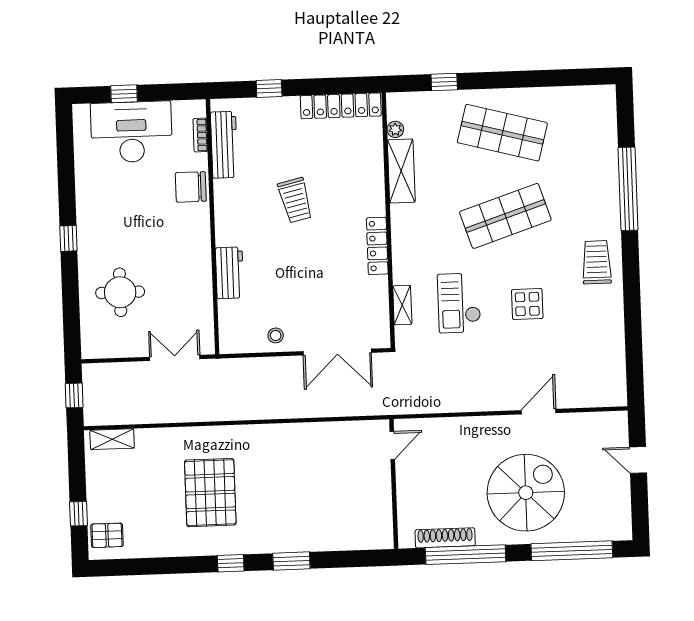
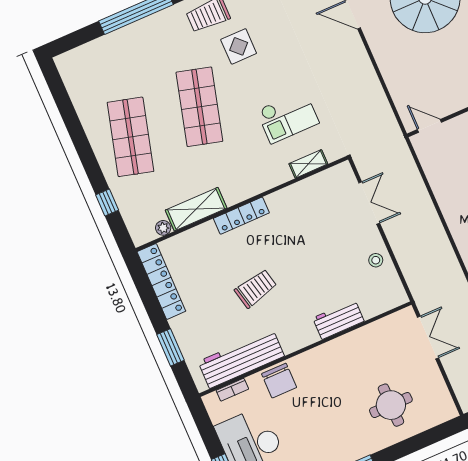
window: (269, 88) -> (170, 347), width x1.50
workbench: (224, 145) -> (241, 359), width x1.36, depth x1.32
shop shelf: (505, 216) -> (199, 107), turned 33
locker: (377, 246) -> (241, 216), moved
display table: (527, 304) -> (239, 46), moved
double door: (337, 352) -> (369, 203), width x0.73
double door: (175, 358) -> (428, 337), swing flipped

